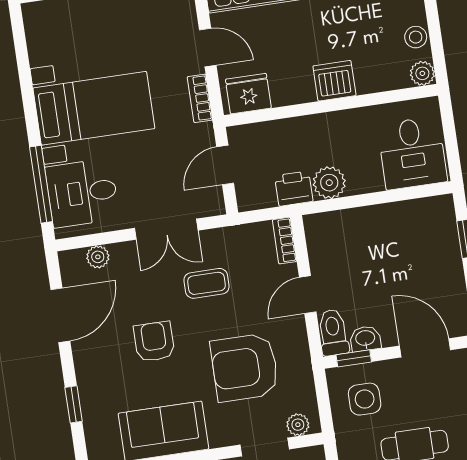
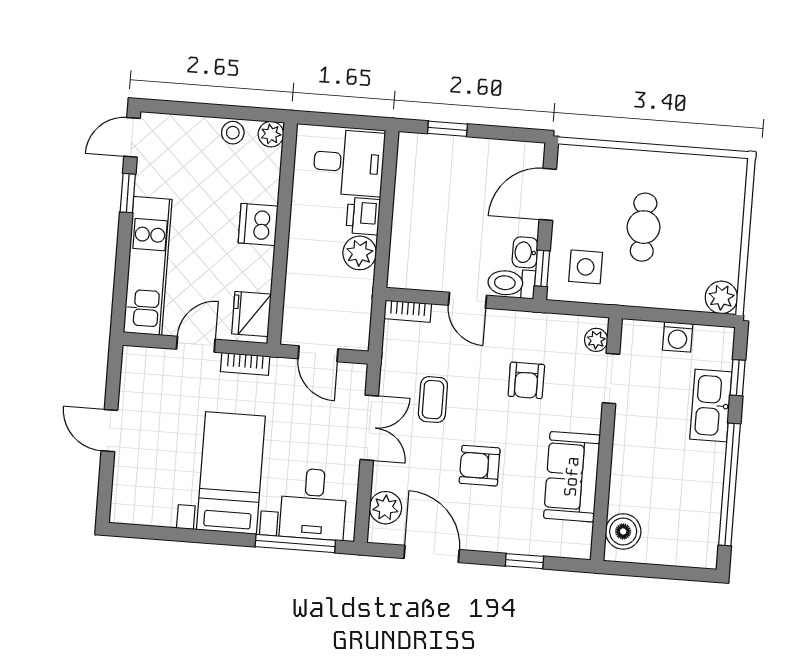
printer: (294, 189) -> (363, 216), moved
plant: (98, 257) -> (385, 508), width x1.38, depth x1.38
armchair: (245, 367) -> (526, 380), width x0.53, depth x0.53

